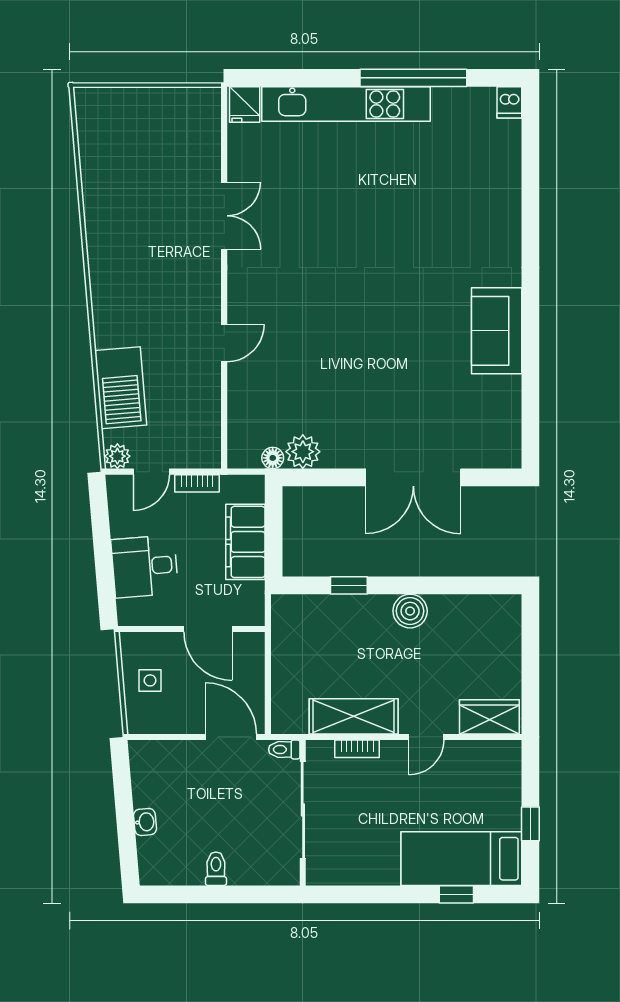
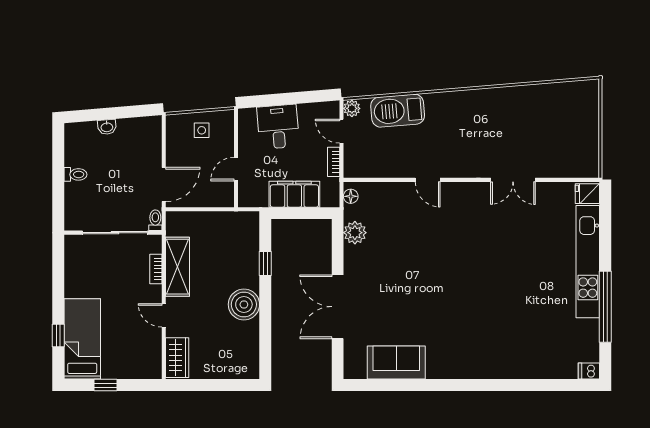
sofa: (497, 331) -> (396, 363), moved
floor lamp: (273, 458) -> (351, 196), moved
boiler: (410, 611) -> (244, 304), width x1.37, depth x1.37
door: (208, 629) -> (236, 169), width x0.73

